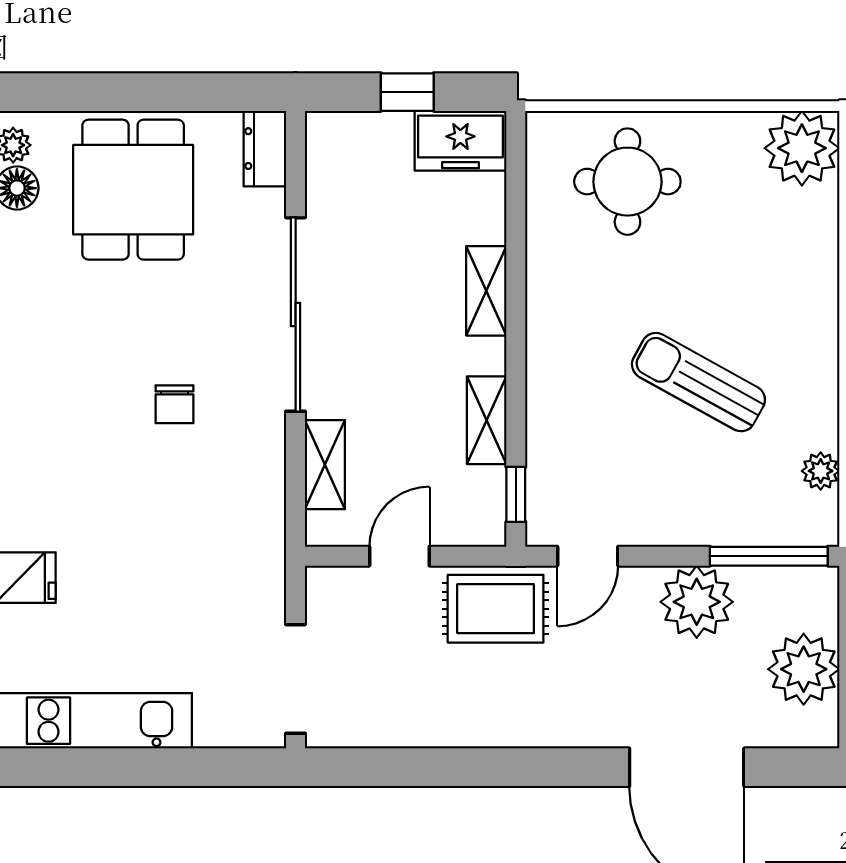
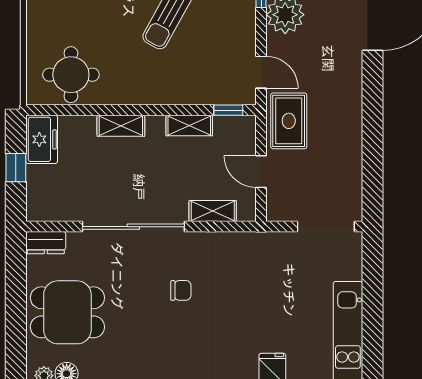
round table: (627, 182) -> (71, 75), moved

